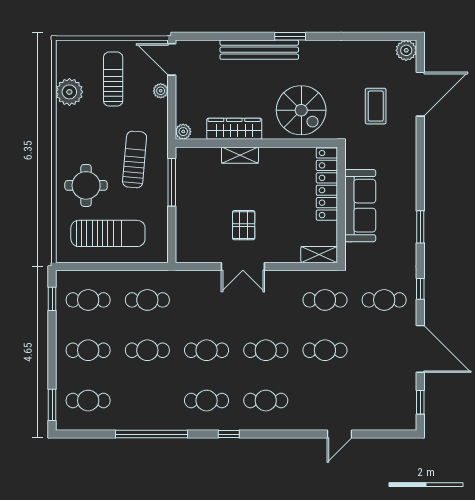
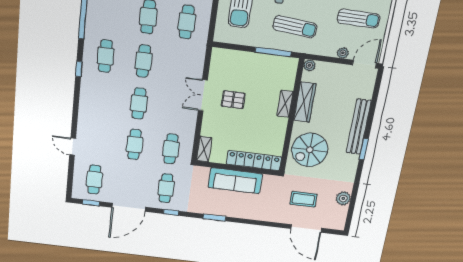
plant: (406, 50) -> (343, 198), moved
cafe table: (266, 401) -> (94, 179), moved

